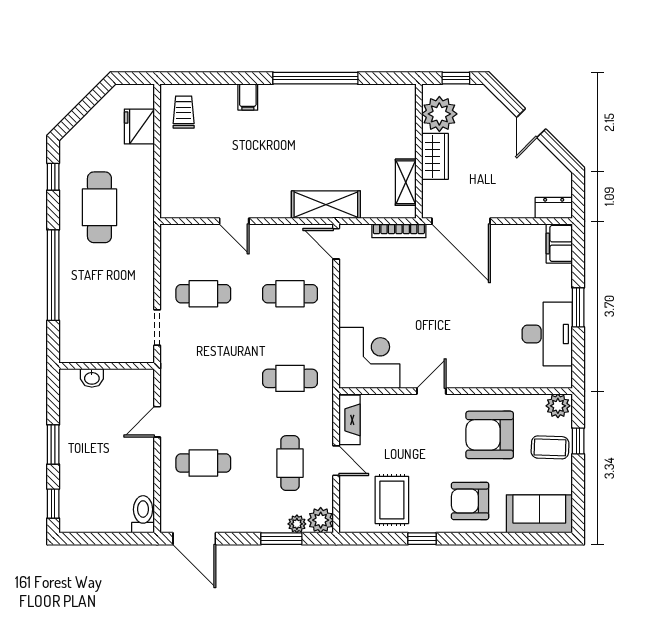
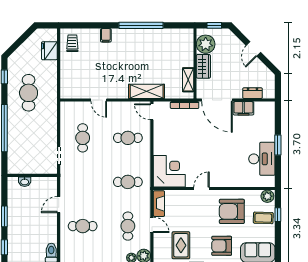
dresser: (554, 208) -> (252, 93), moved
filing cabinet: (559, 243) -> (243, 108), moved, turned -90
cafe table: (203, 294) -> (83, 138), turned 90

